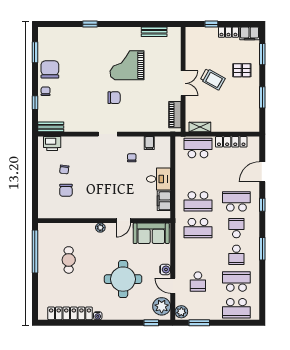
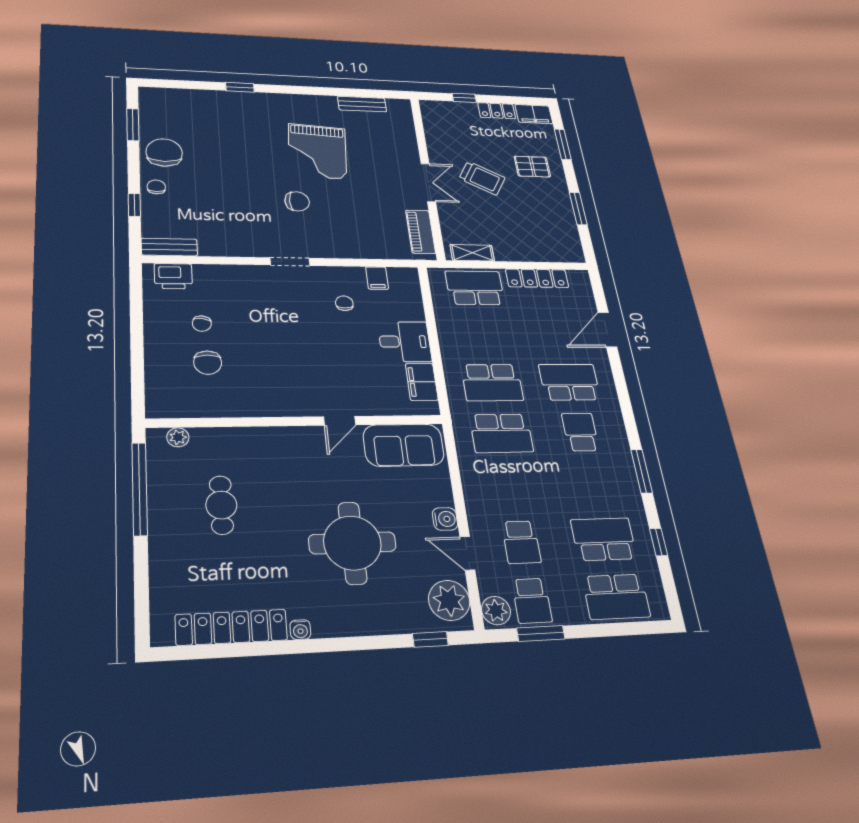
grand piano: (127, 65) -> (317, 151), turned -86
window: (262, 205) -> (659, 542), moved
plant: (100, 228) -> (178, 437), moved
school desk: (236, 255) -> (532, 601), moved

